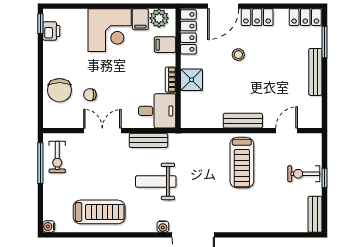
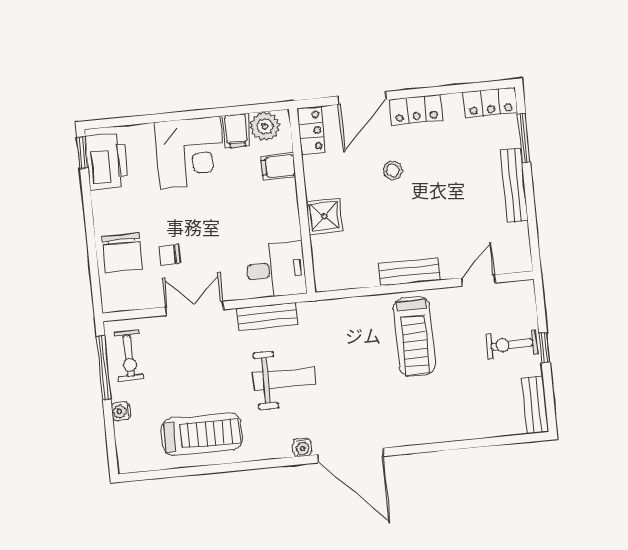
printer: (51, 31) -> (107, 162), width x1.87, depth x1.48
locker: (188, 32) -> (311, 131), width x0.66
bookcase: (171, 80) -> (292, 219), removed
weight bench: (156, 181) -> (285, 379), turned 180
water cooler: (49, 226) -> (121, 411), moved

